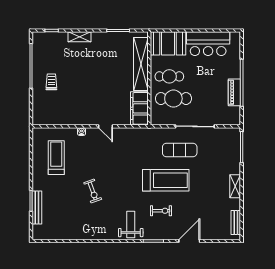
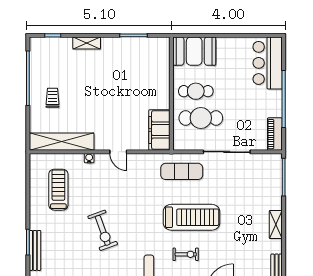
bar counter: (208, 44) -> (268, 63), moved, turned 90
shelving: (141, 64) -> (62, 142), moved, turned 90
piano: (234, 92) -> (275, 134), moved
exercise mat: (180, 150) -> (182, 171), moved
exercise bike: (93, 191) -> (103, 230), width x1.38, depth x1.39

